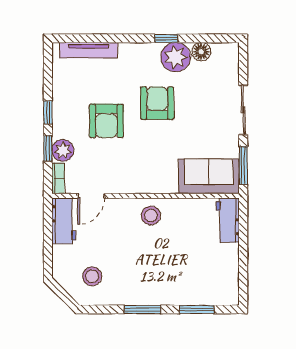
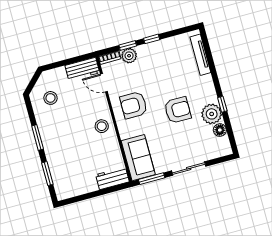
armchair: (106, 121) -> (134, 105), moved

